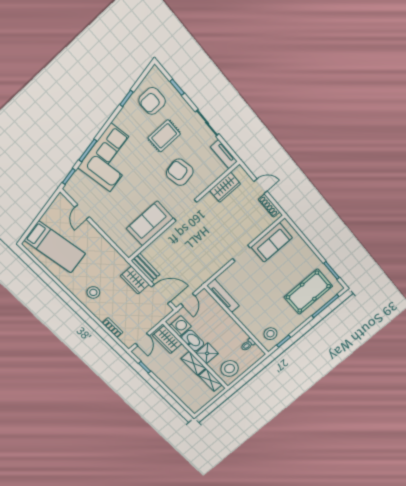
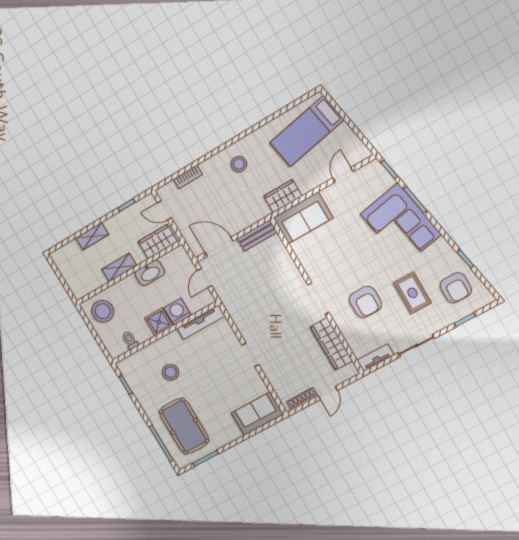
armchair: (152, 101) -> (456, 288), turned 180
armchair: (180, 172) -> (365, 302), turned 101
wardrobe: (225, 187) -> (331, 344), width x1.50
door: (82, 212) -> (343, 175), hinge flipped
sofa: (150, 223) -> (303, 218), moved, turned 90
sofa: (272, 242) -> (257, 414), moved, turned 90
wardrobe: (135, 280) -> (283, 196), moved
door: (161, 294) -> (219, 247), swing flipped
door: (188, 300) -> (205, 278), hinge flipped
washing machine: (180, 326) -> (177, 312), moved, turned 180
stool: (270, 334) -> (171, 372), moved
shower: (207, 353) -> (159, 322), moved
shelving: (210, 380) -> (92, 236), moved

